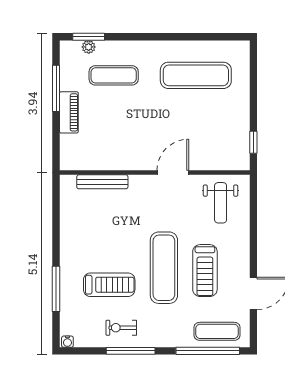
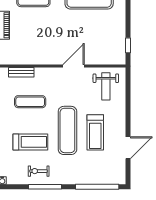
bench: (102, 182) -> (21, 72), width x0.73
exercise mat: (217, 331) -> (30, 102), moved

